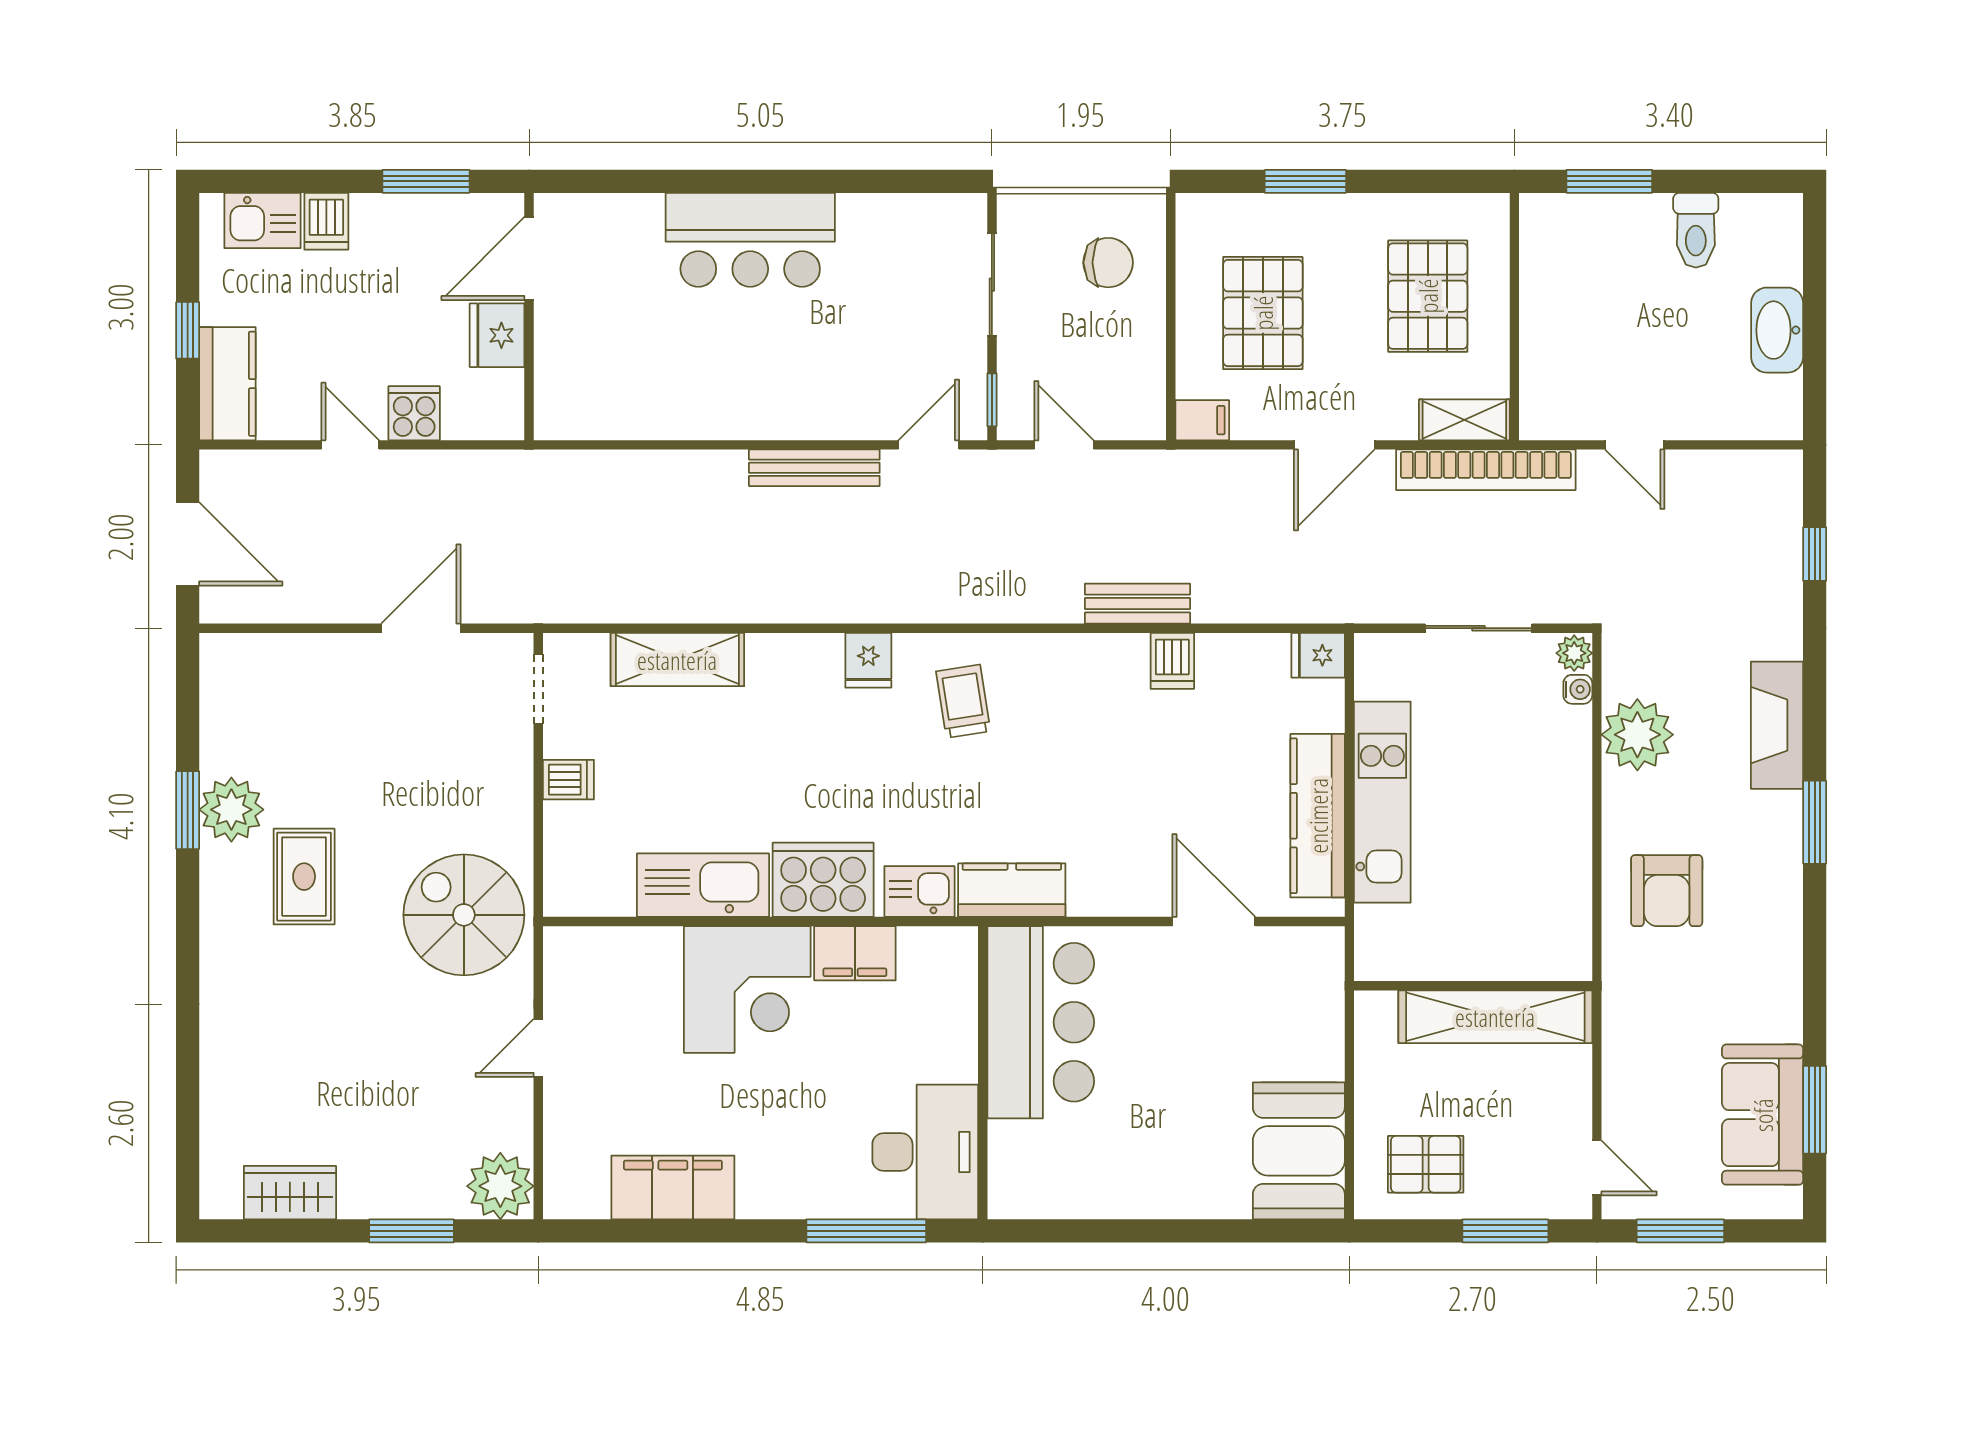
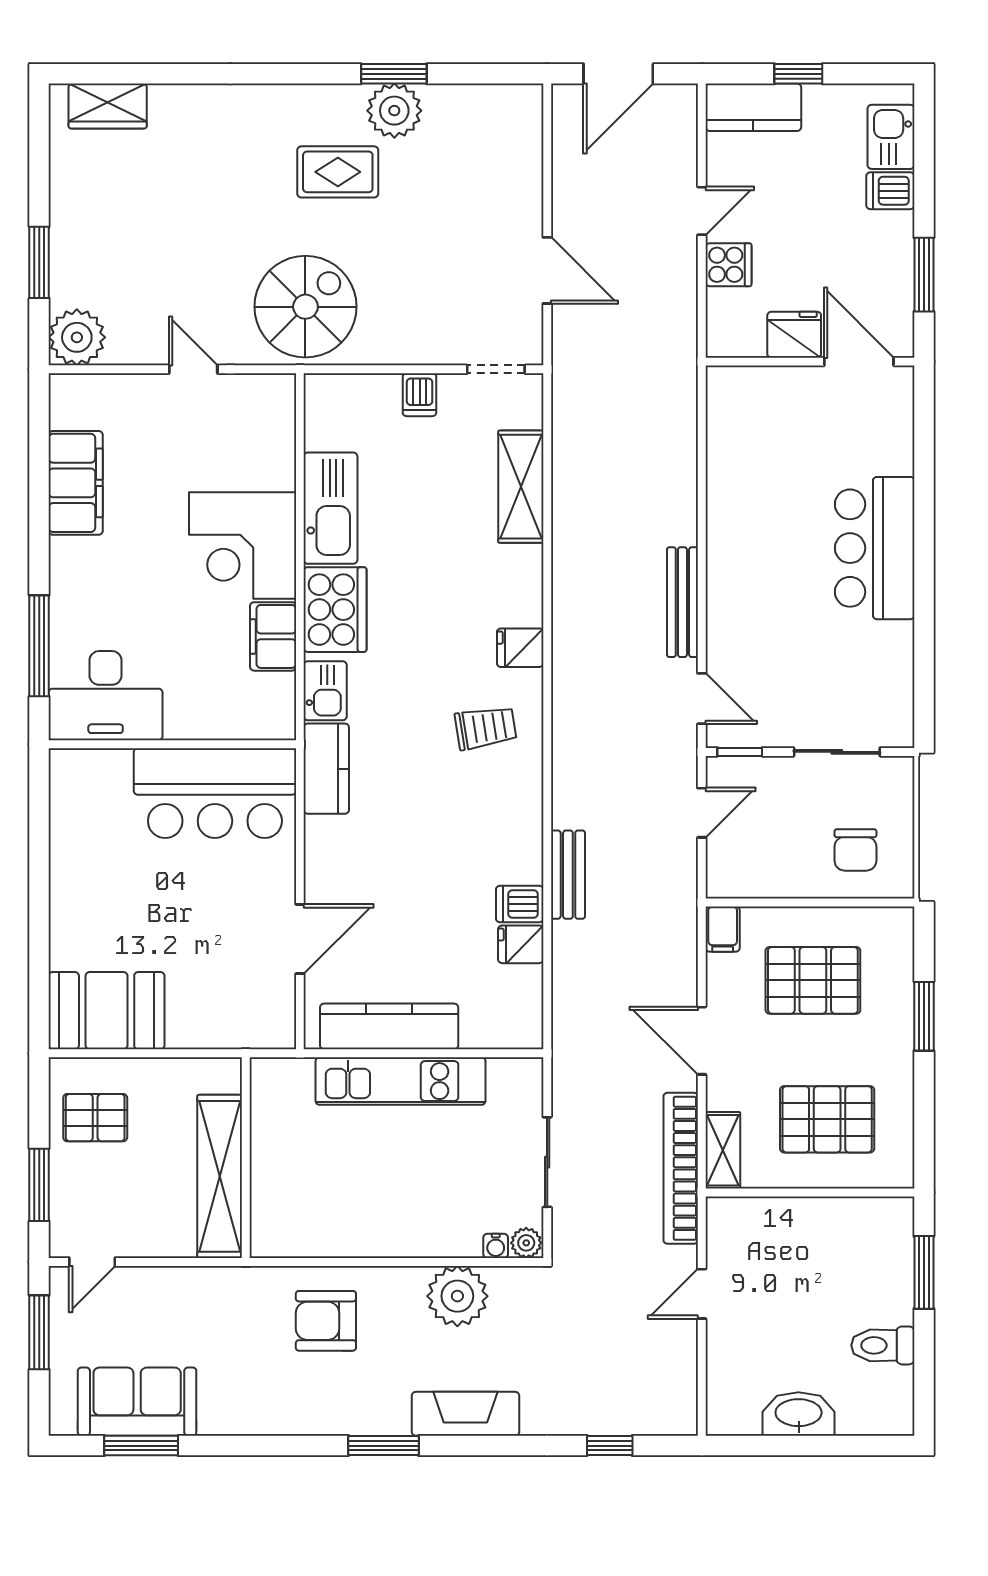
fridge: (1318, 655) -> (521, 944), moved, turned -90
pallet: (1426, 1164) -> (95, 1118), turned 90
wardrobe: (290, 1193) -> (108, 106), moved, turned 90

